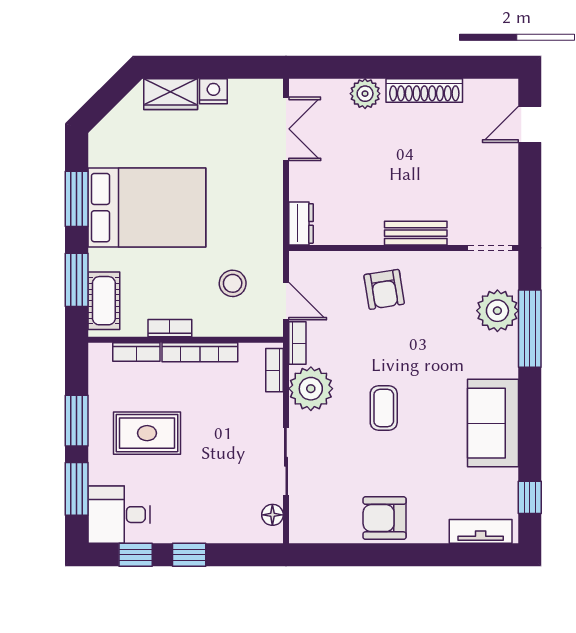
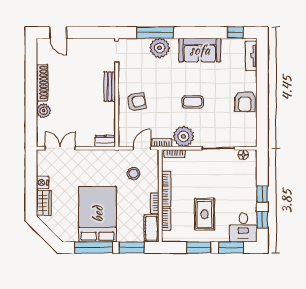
window: (77, 199) -> (93, 247), width x1.44
cot: (104, 301) -> (151, 228), moved, turned 90
plant: (497, 311) -> (160, 48), moved

